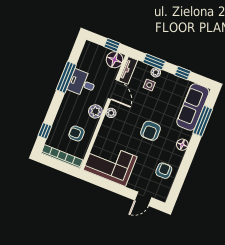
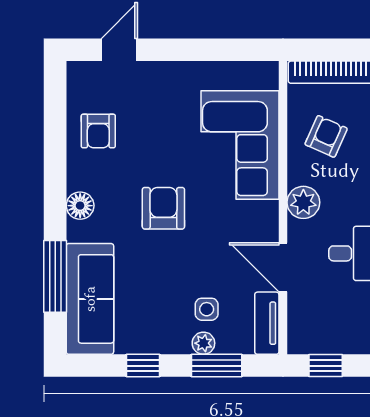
floor lamp: (115, 60) -> (307, 335), removed
plant: (111, 113) -> (267, 213), removed
armchair: (76, 134) -> (326, 136), turned -66
corner sofa: (110, 163) -> (240, 145), moved, turned 90

